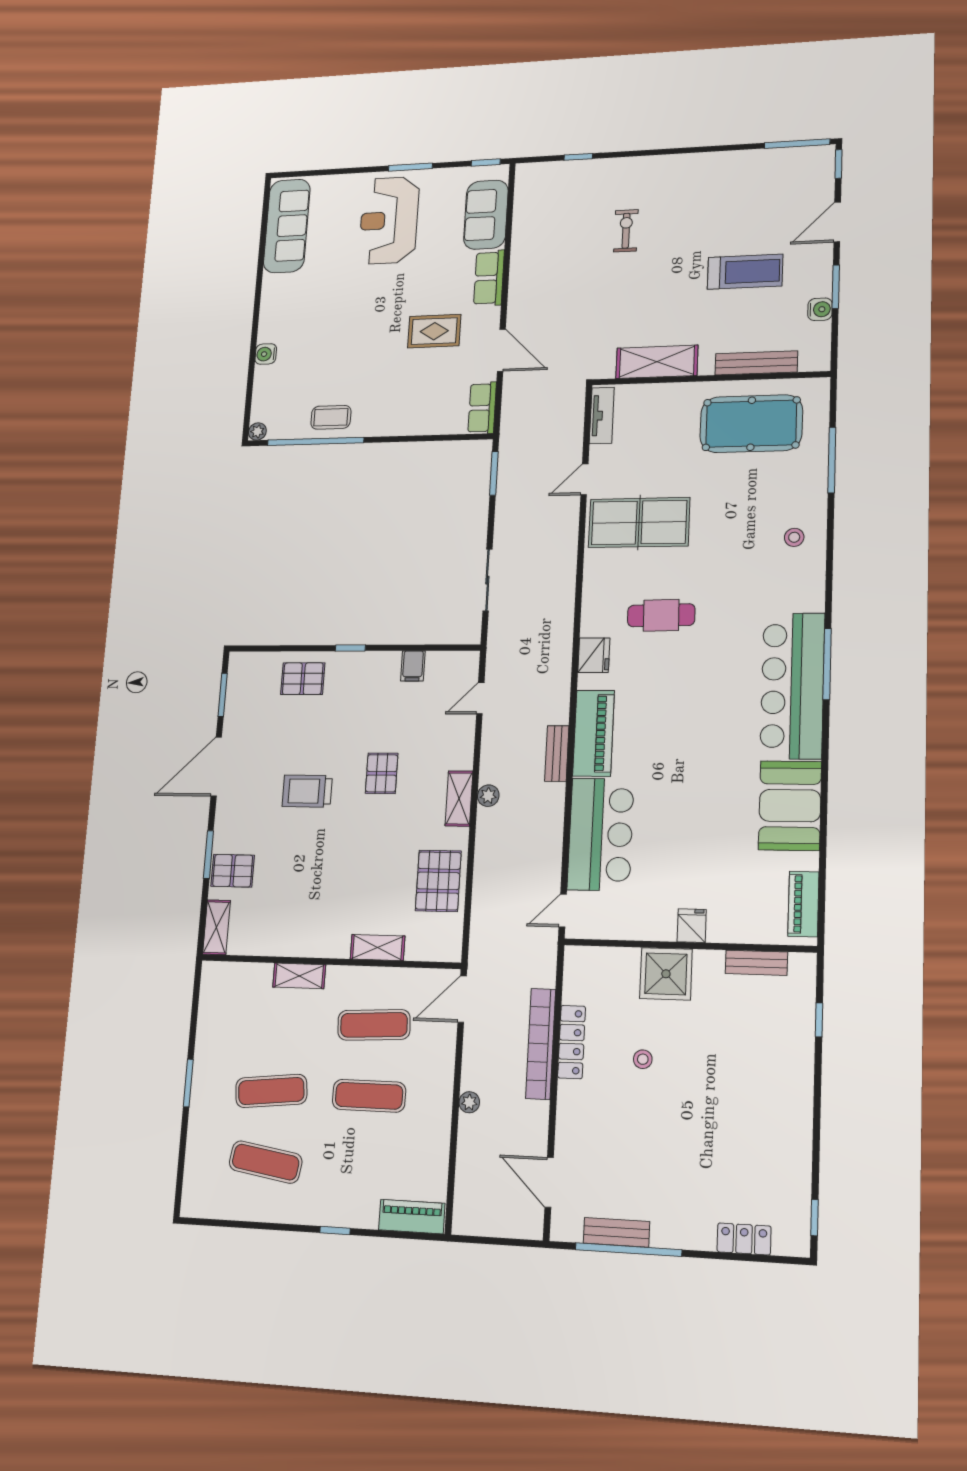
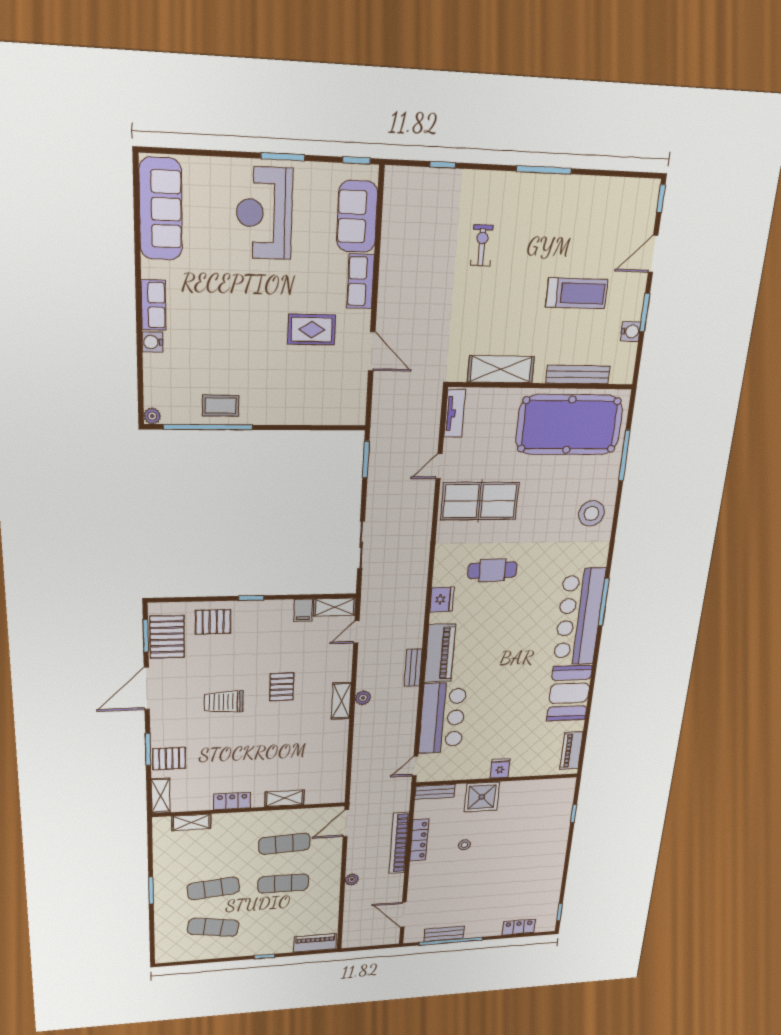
window: (797, 144) -> (544, 170), moved
row of seats: (482, 408) -> (154, 305), moved, turned 180
pool table: (751, 424) -> (569, 425), width x1.36, depth x1.32
stool: (794, 537) -> (591, 513), width x1.89, depth x1.89
shelving: (453, 663) -> (335, 607), added
pallet: (438, 881) -> (167, 637), moved
locker: (307, 945) -> (232, 801), added
bench: (756, 963) -> (435, 792), moved
shelving: (299, 976) -> (191, 822), moved

